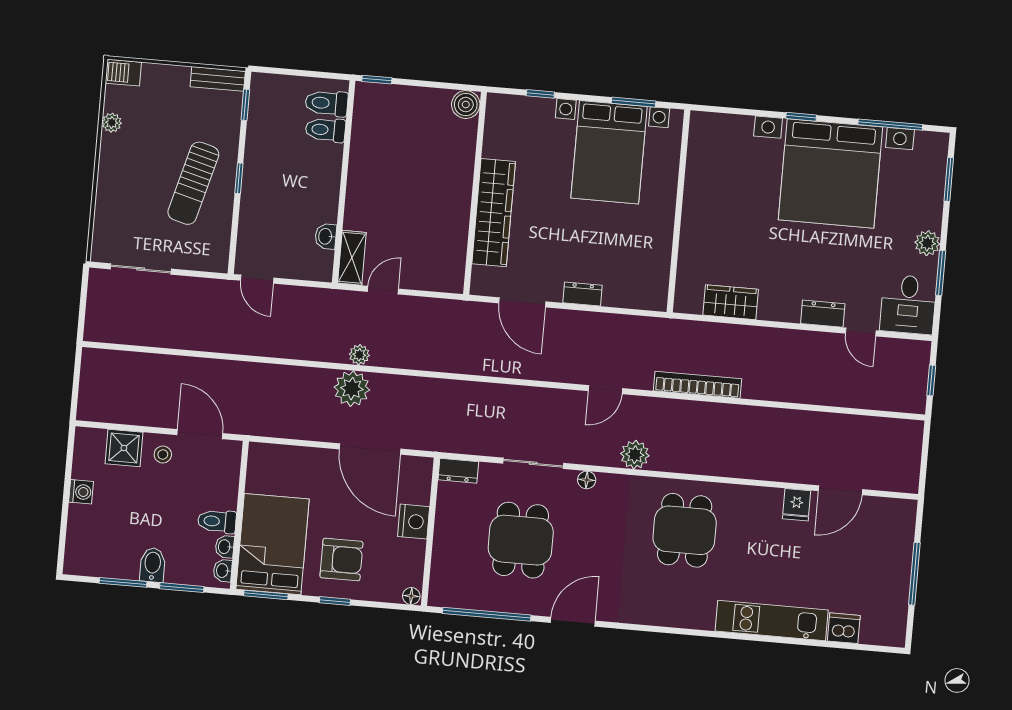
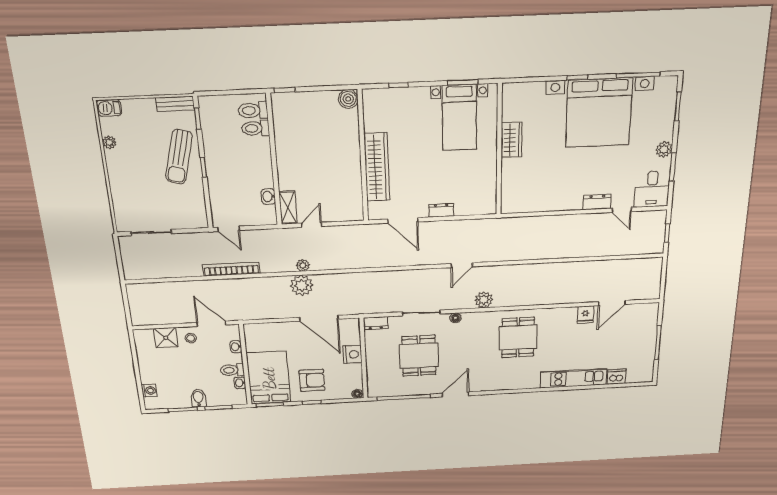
bed with nightstands: (609, 152) -> (459, 118), width x0.73
sun lounger: (193, 183) -> (179, 157), moved
wardrobe: (731, 302) -> (511, 140), moved, turned 90
bookcase: (697, 385) -> (231, 269), moved
washing machine: (81, 492) -> (149, 391), moved
washbasin: (223, 571) -> (236, 347), moved

